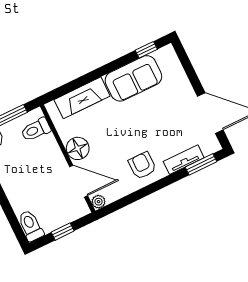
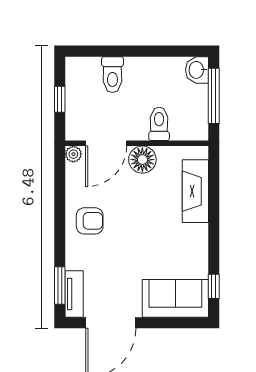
sofa: (133, 78) -> (175, 298), moved, turned 90
toilet: (36, 130) -> (159, 124), moved
tv unit: (184, 160) -> (74, 294), moved
toilet: (31, 226) -> (112, 75), moved, turned 90

